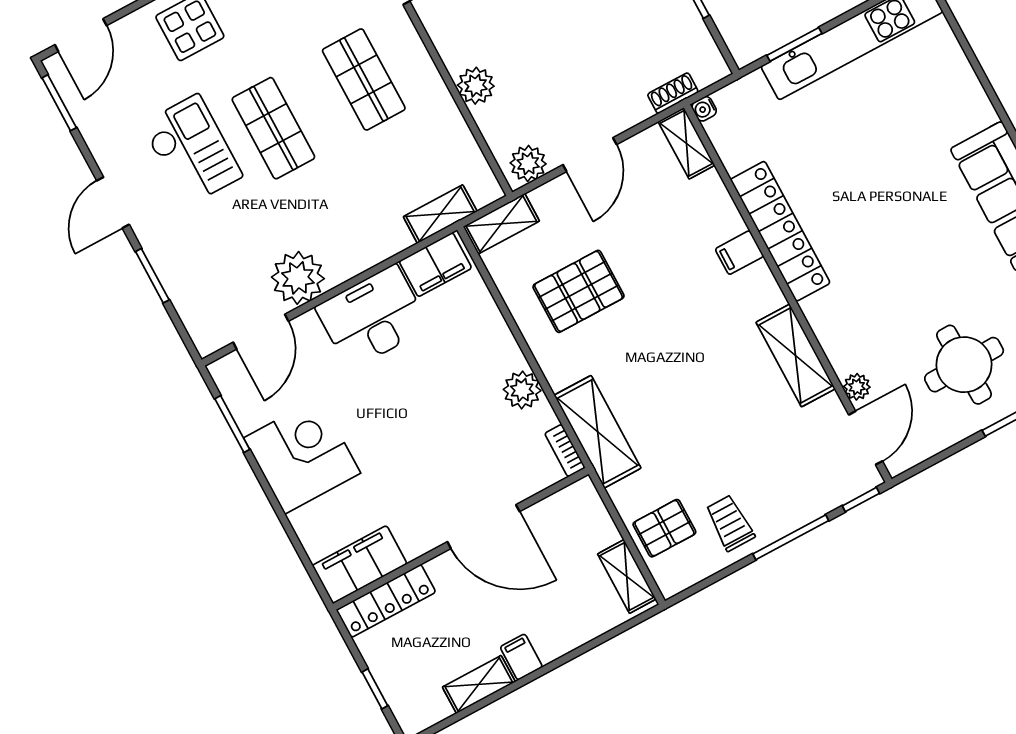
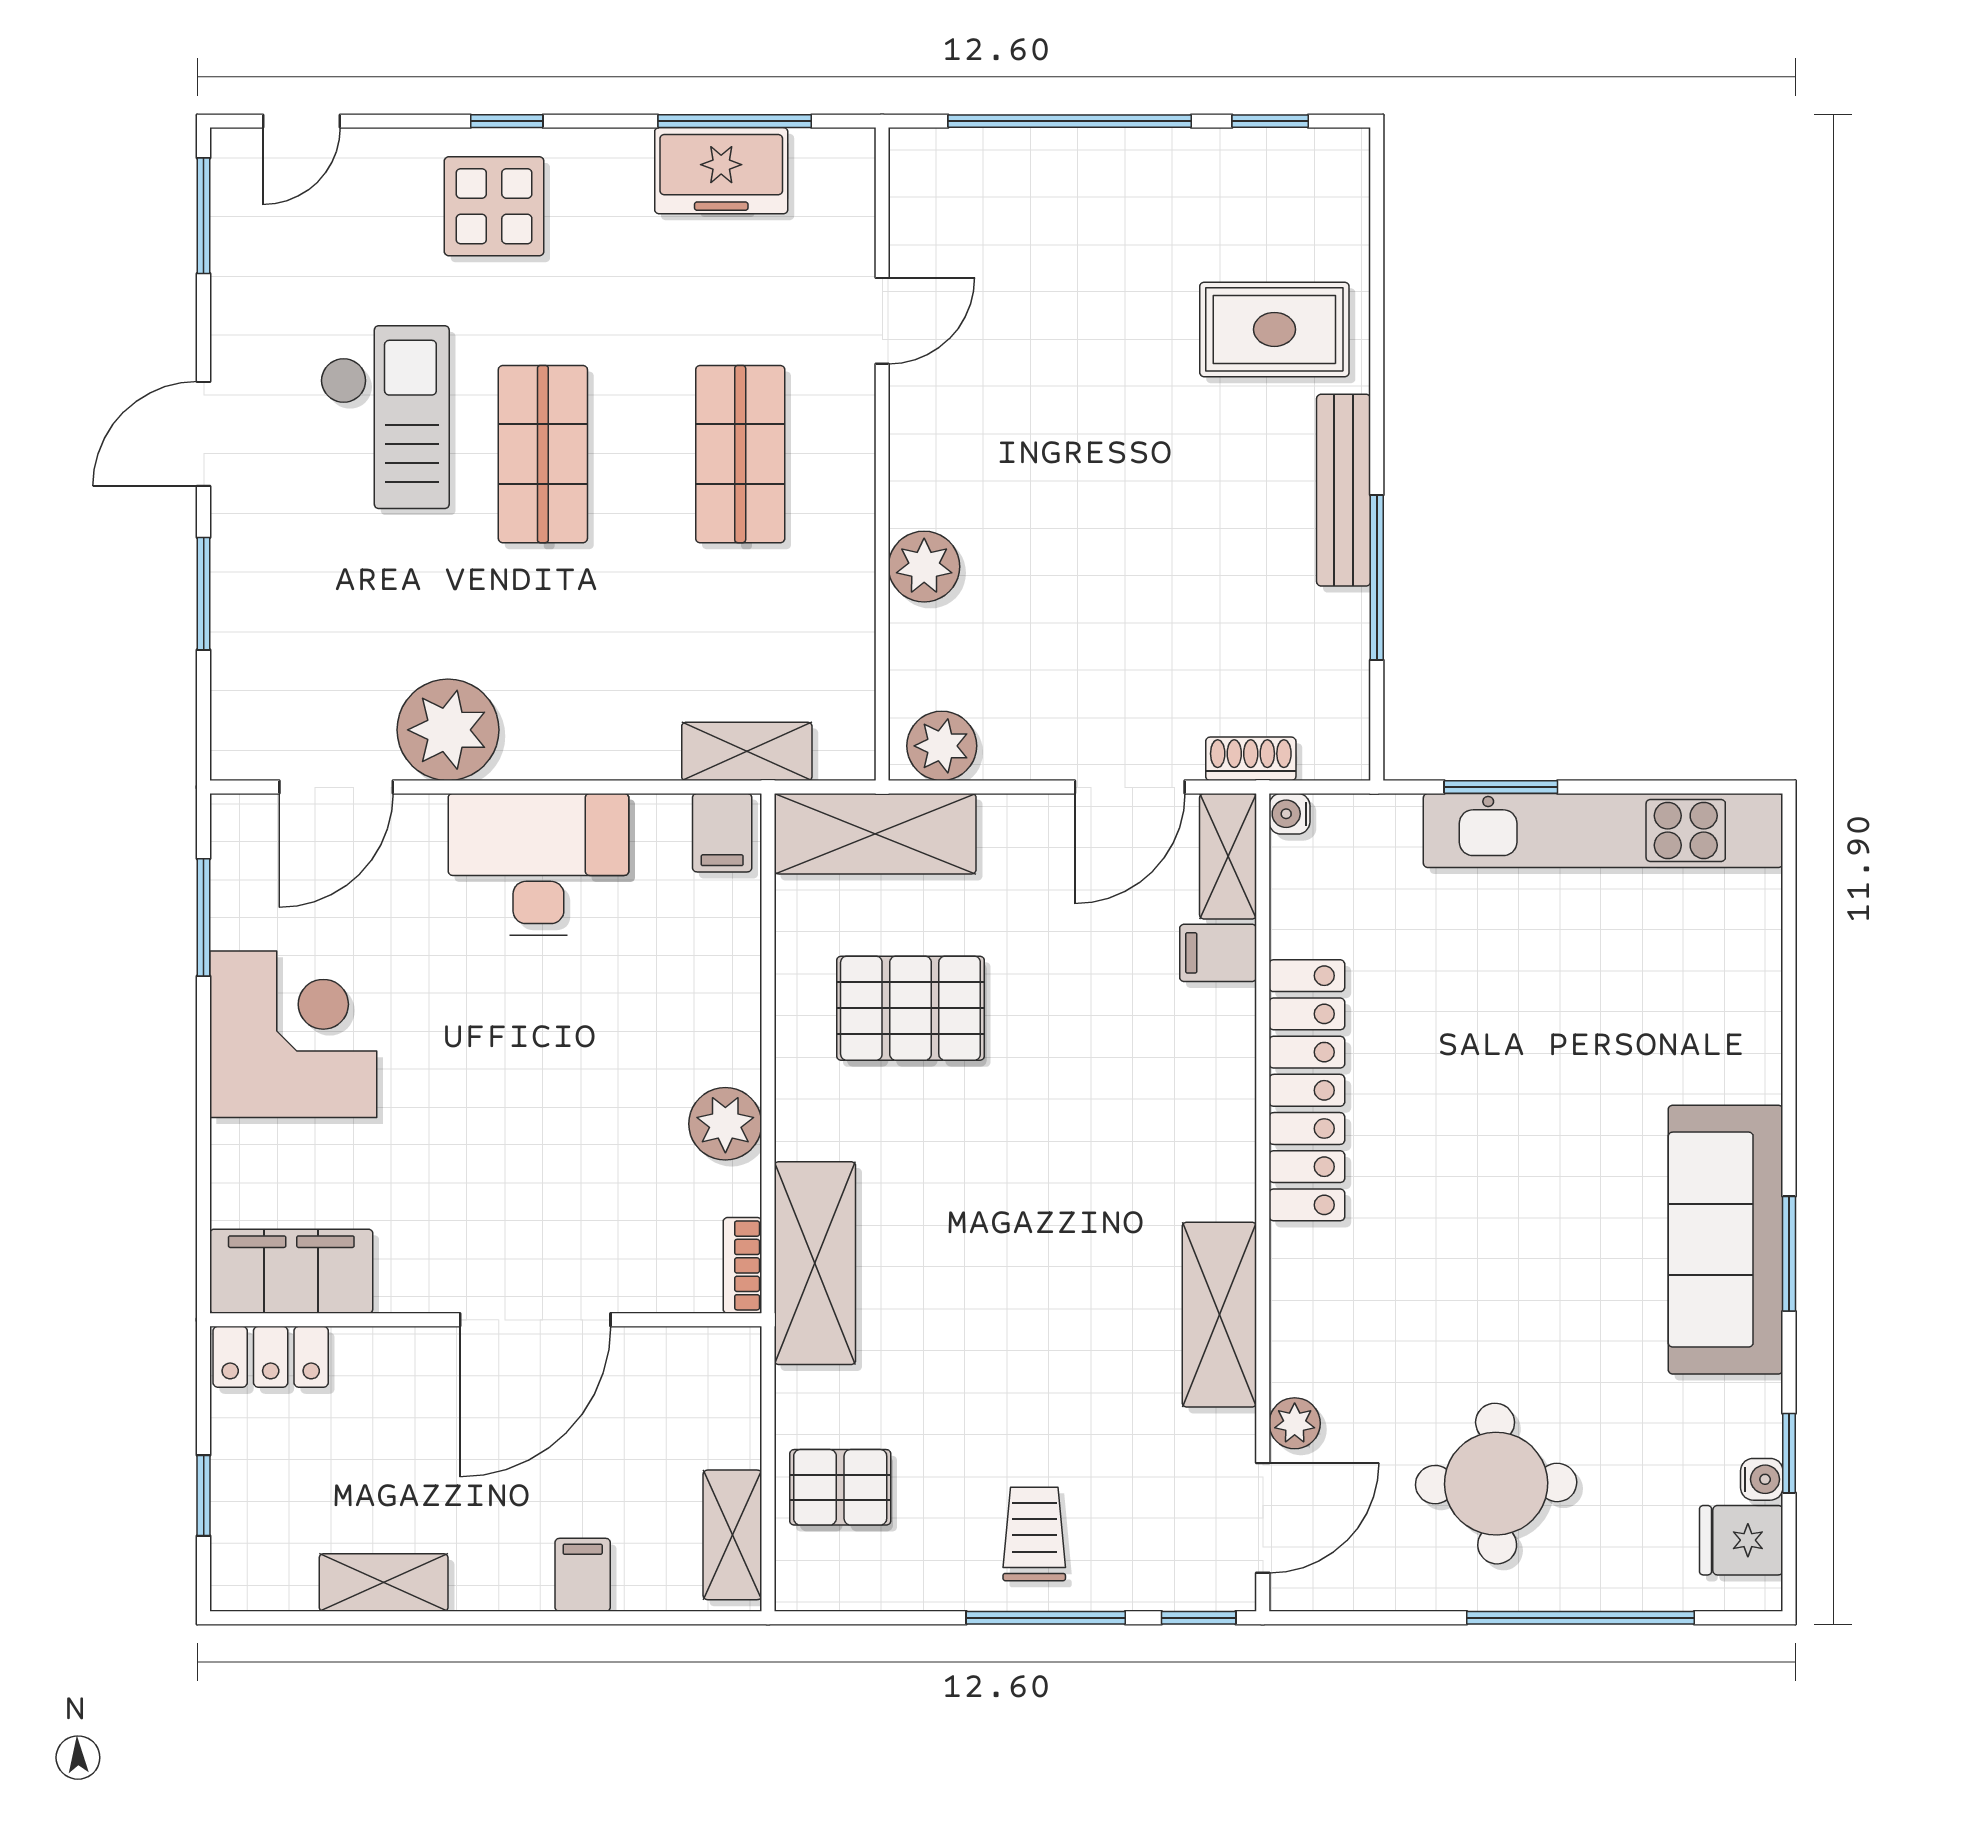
door: (81, 35) -> (302, 121), width x0.73
door: (590, 155) -> (1130, 787), moved
shelving: (501, 224) -> (875, 834), width x1.50, depth x1.33
filing cabinet: (739, 253) -> (1218, 953), moved
filing cabinet: (435, 265) -> (722, 833), width x0.50
trolley: (730, 523) -> (1034, 1534), moved
door: (483, 527) -> (535, 1320), hinge flipped
locker: (386, 601) -> (271, 1357), width x0.66
filing cabinet: (521, 657) -> (583, 1575), moved

